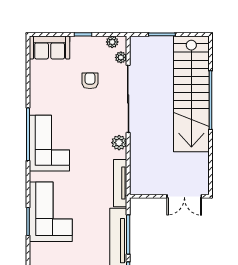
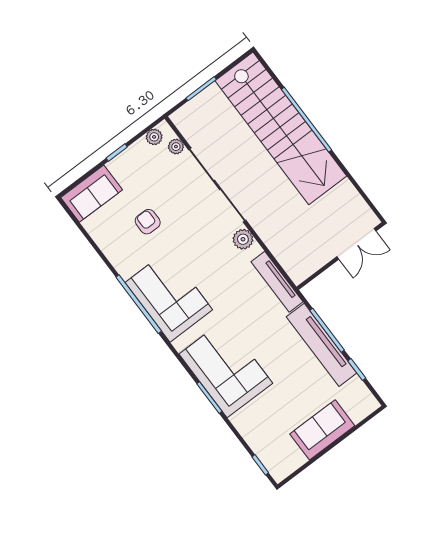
armchair: (90, 81) -> (148, 222), moved

